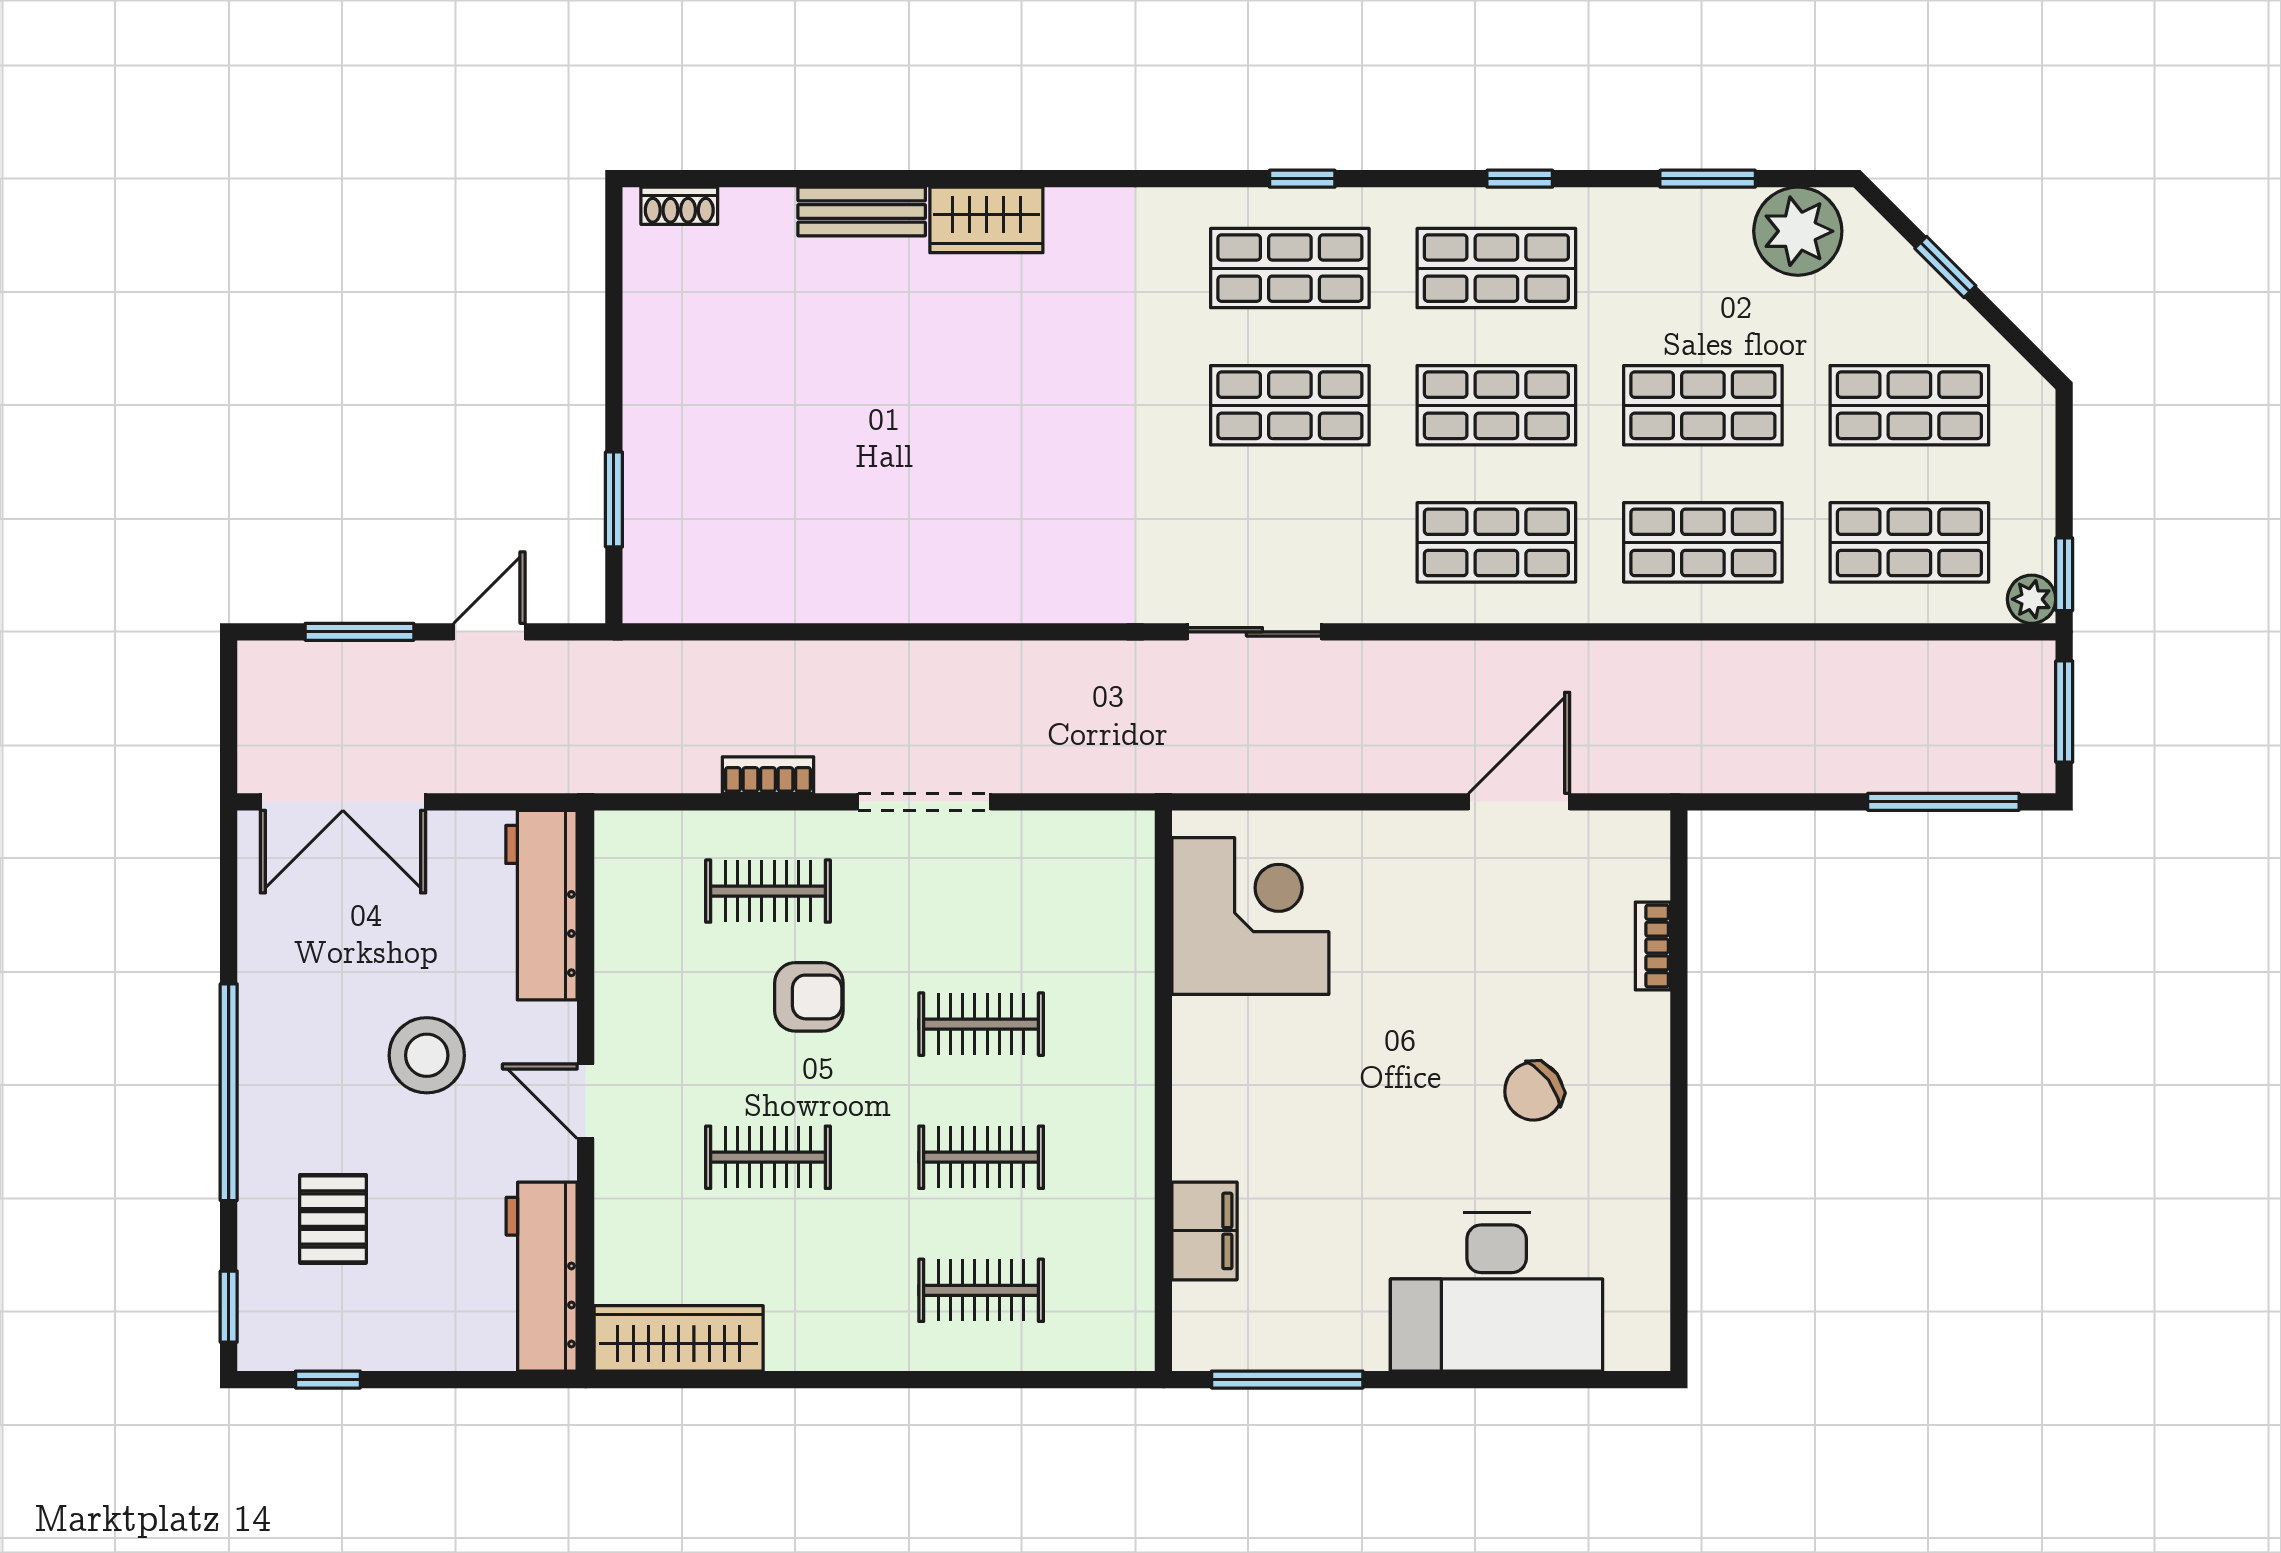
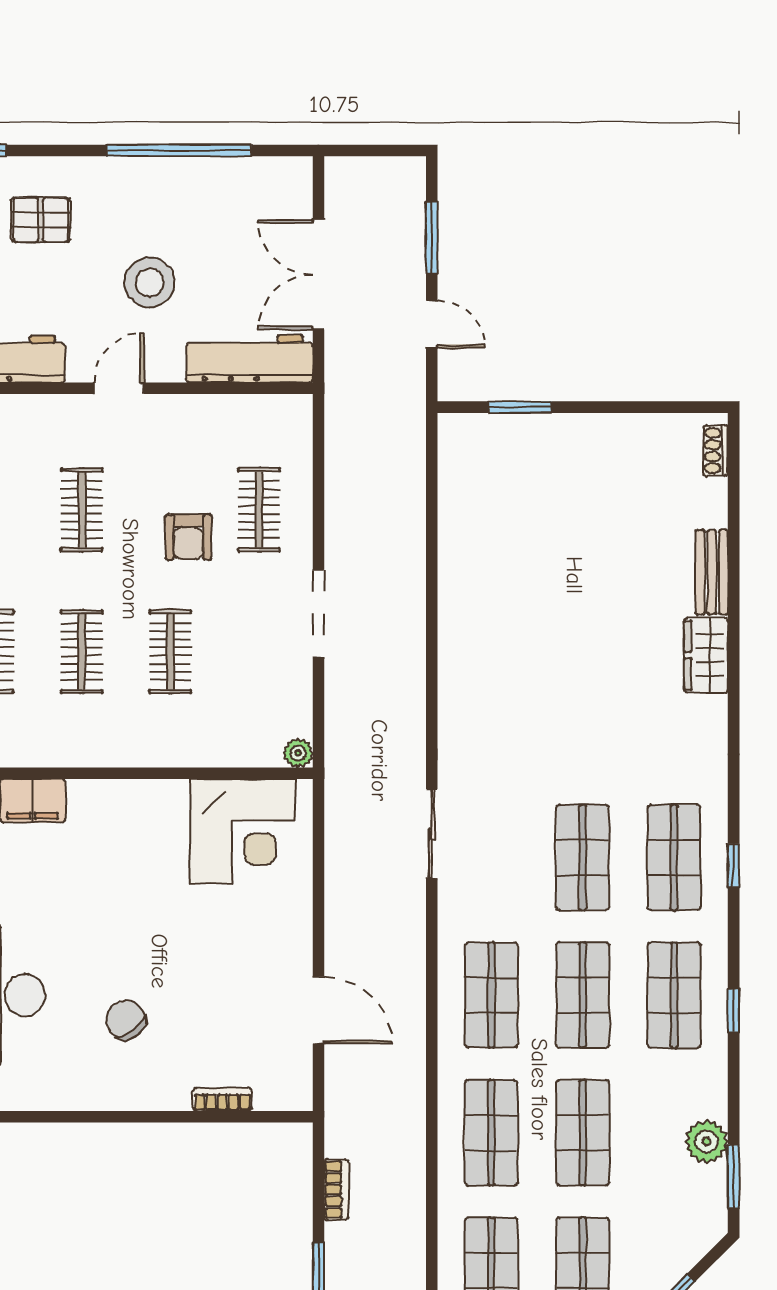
window: (1708, 179) -> (734, 1176), moved
plant: (1798, 231) -> (706, 1142), moved, width x0.73, depth x0.73
bookcase: (768, 775) -> (336, 1190), moved
double door: (343, 802) -> (318, 275), moved
plant: (1133, 832) -> (298, 753), added
window: (229, 1092) -> (179, 150), moved

